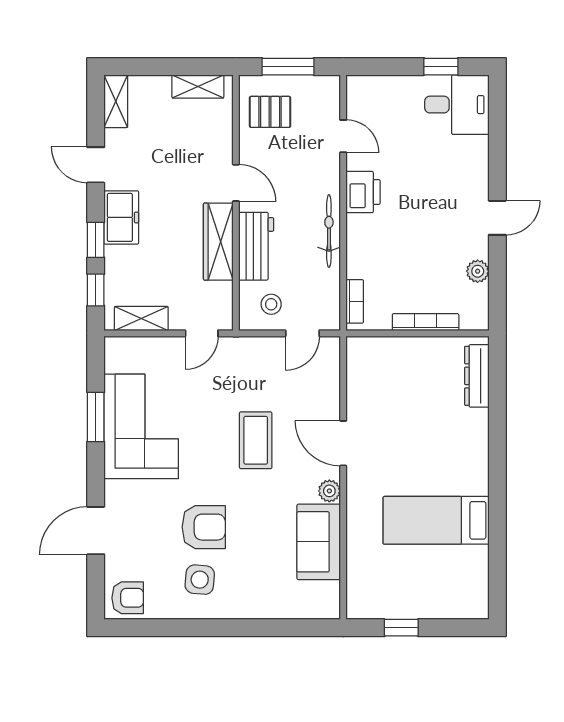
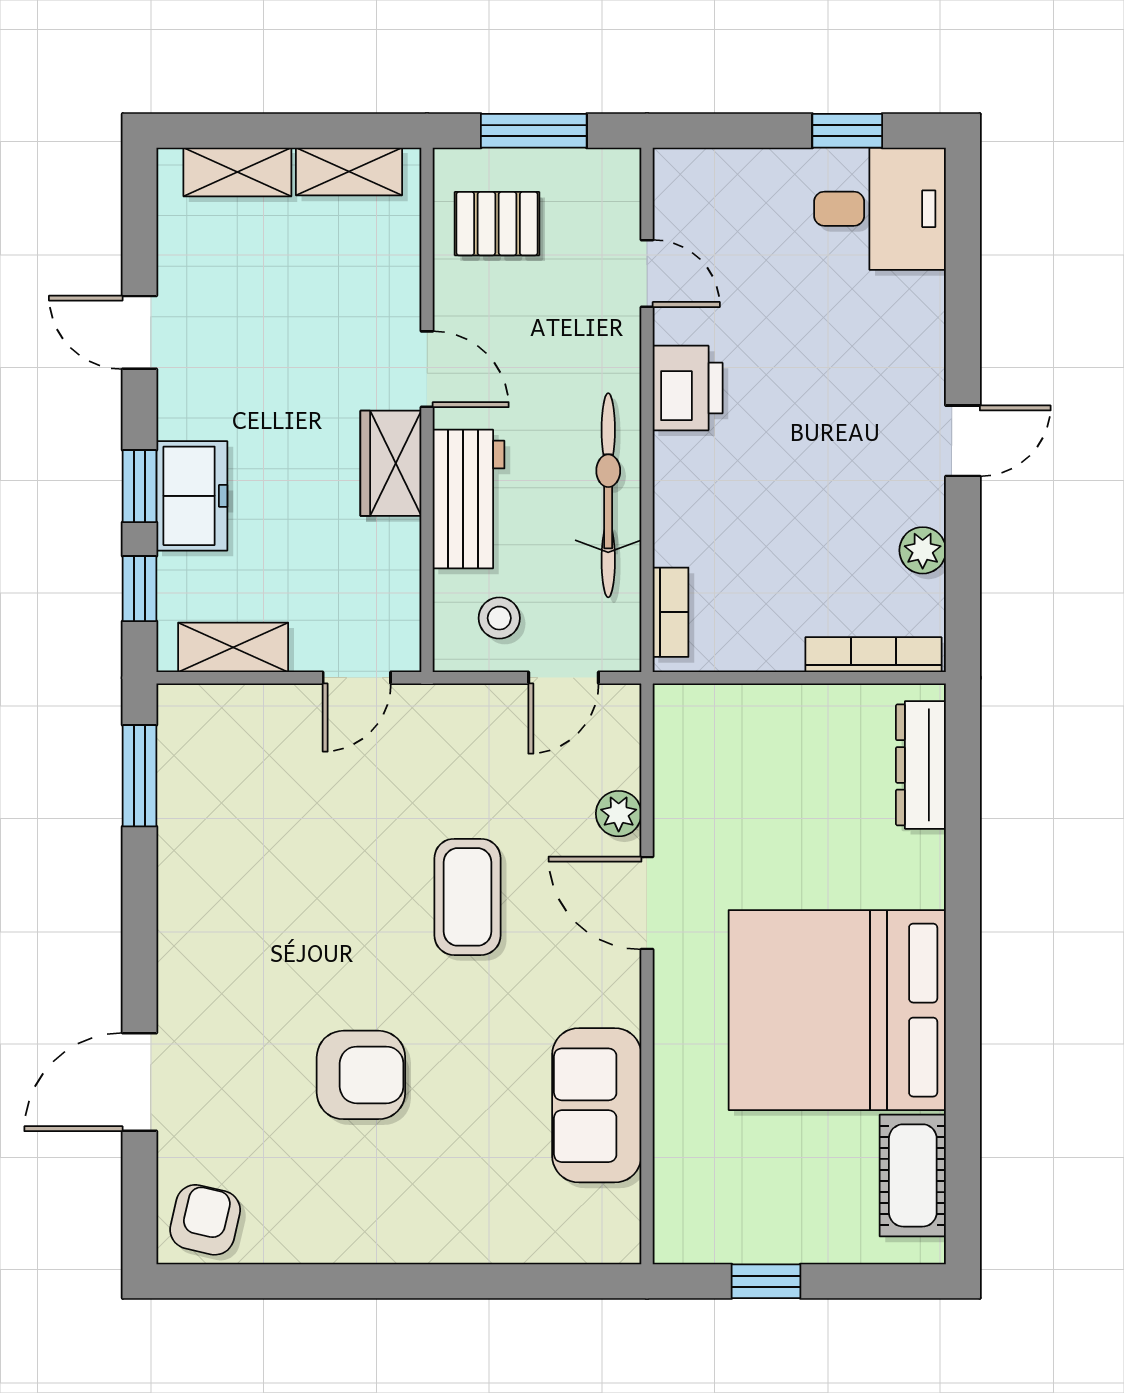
shelving: (116, 101) -> (237, 172), moved, turned 90
freezer: (121, 217) -> (192, 496), moved
bicycle: (329, 231) -> (608, 495), width x1.37, depth x1.40
wardrobe: (218, 242) -> (391, 463), width x0.67
bookcase: (426, 322) -> (873, 655), moved
window: (96, 417) -> (139, 776), moved
corner sofa: (141, 426) -> (233, 869), removed
plant: (329, 491) -> (619, 814), moved
bed: (436, 520) -> (837, 1010), width x2.04
cot: (473, 576) -> (913, 1175), added
side table: (200, 580) -> (353, 1183), removed
armchair: (128, 598) -> (205, 1220), turned -77

